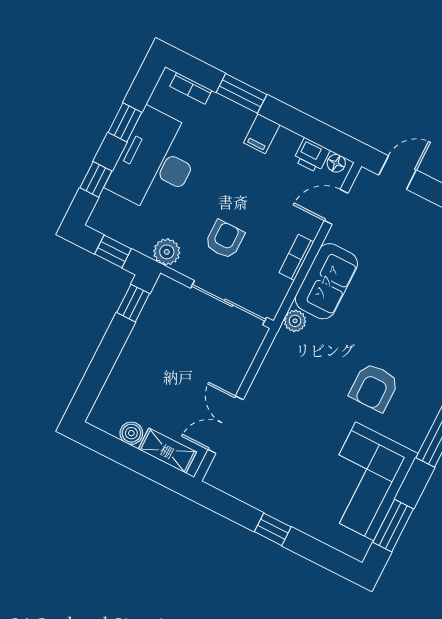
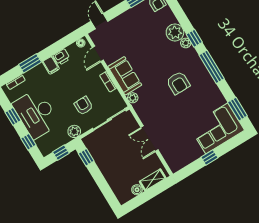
printer: (312, 155) -> (62, 57), moved
double door: (226, 425) -> (149, 139), moved
corner sofa: (365, 481) -> (217, 128), moved, turned 90

